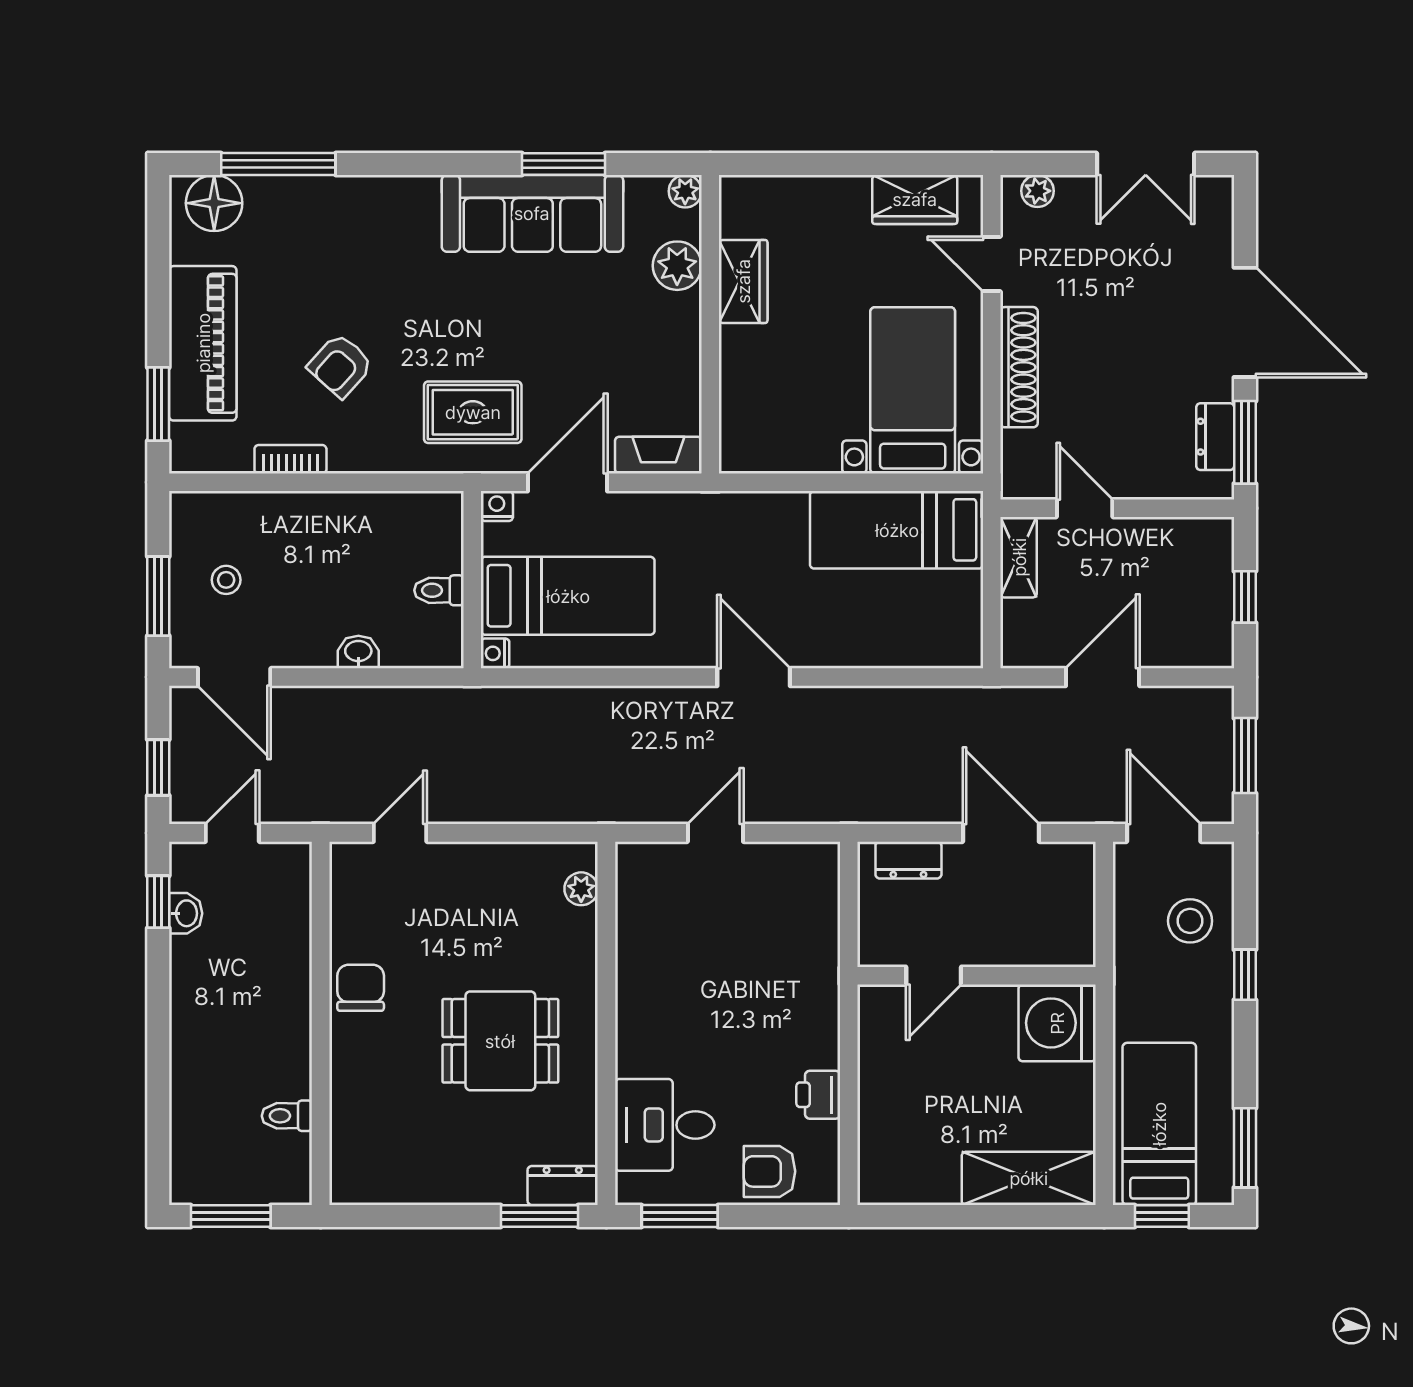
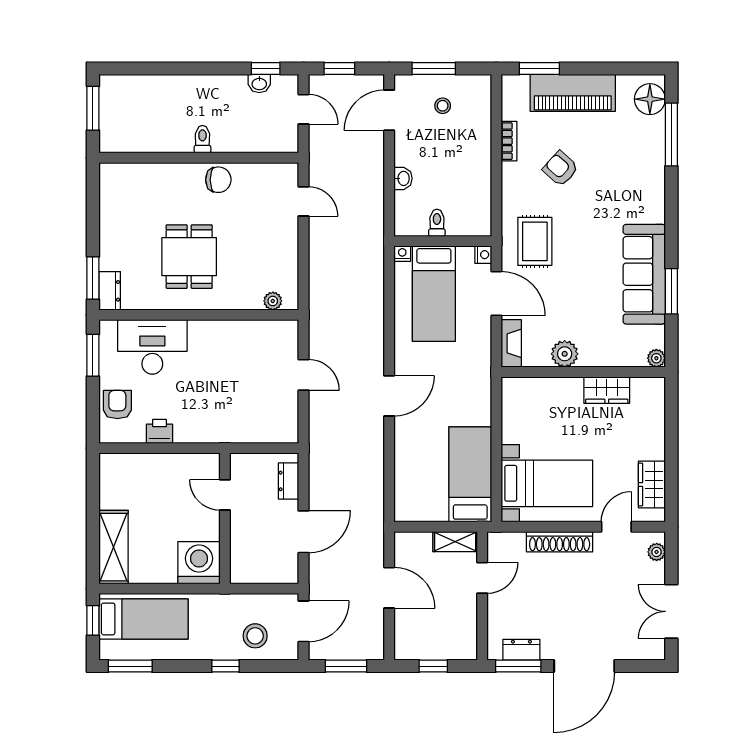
plant: (677, 266) -> (565, 354), moved
toilet: (287, 1116) -> (202, 139), moved
desk: (665, 1125) -> (152, 347), width x1.37

